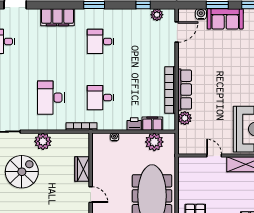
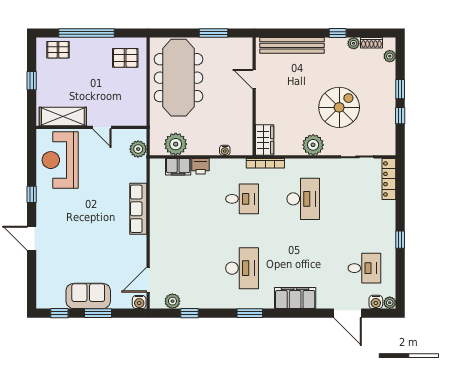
water cooler: (201, 14) -> (139, 302), moved
desk: (100, 41) -> (242, 268), width x1.37
bookcase: (170, 90) -> (156, 208), removed
plant: (185, 118) -> (138, 149), moved
wardrobe: (82, 169) -> (265, 140), moved
spiral stairs: (22, 172) -> (339, 107), turned 180

